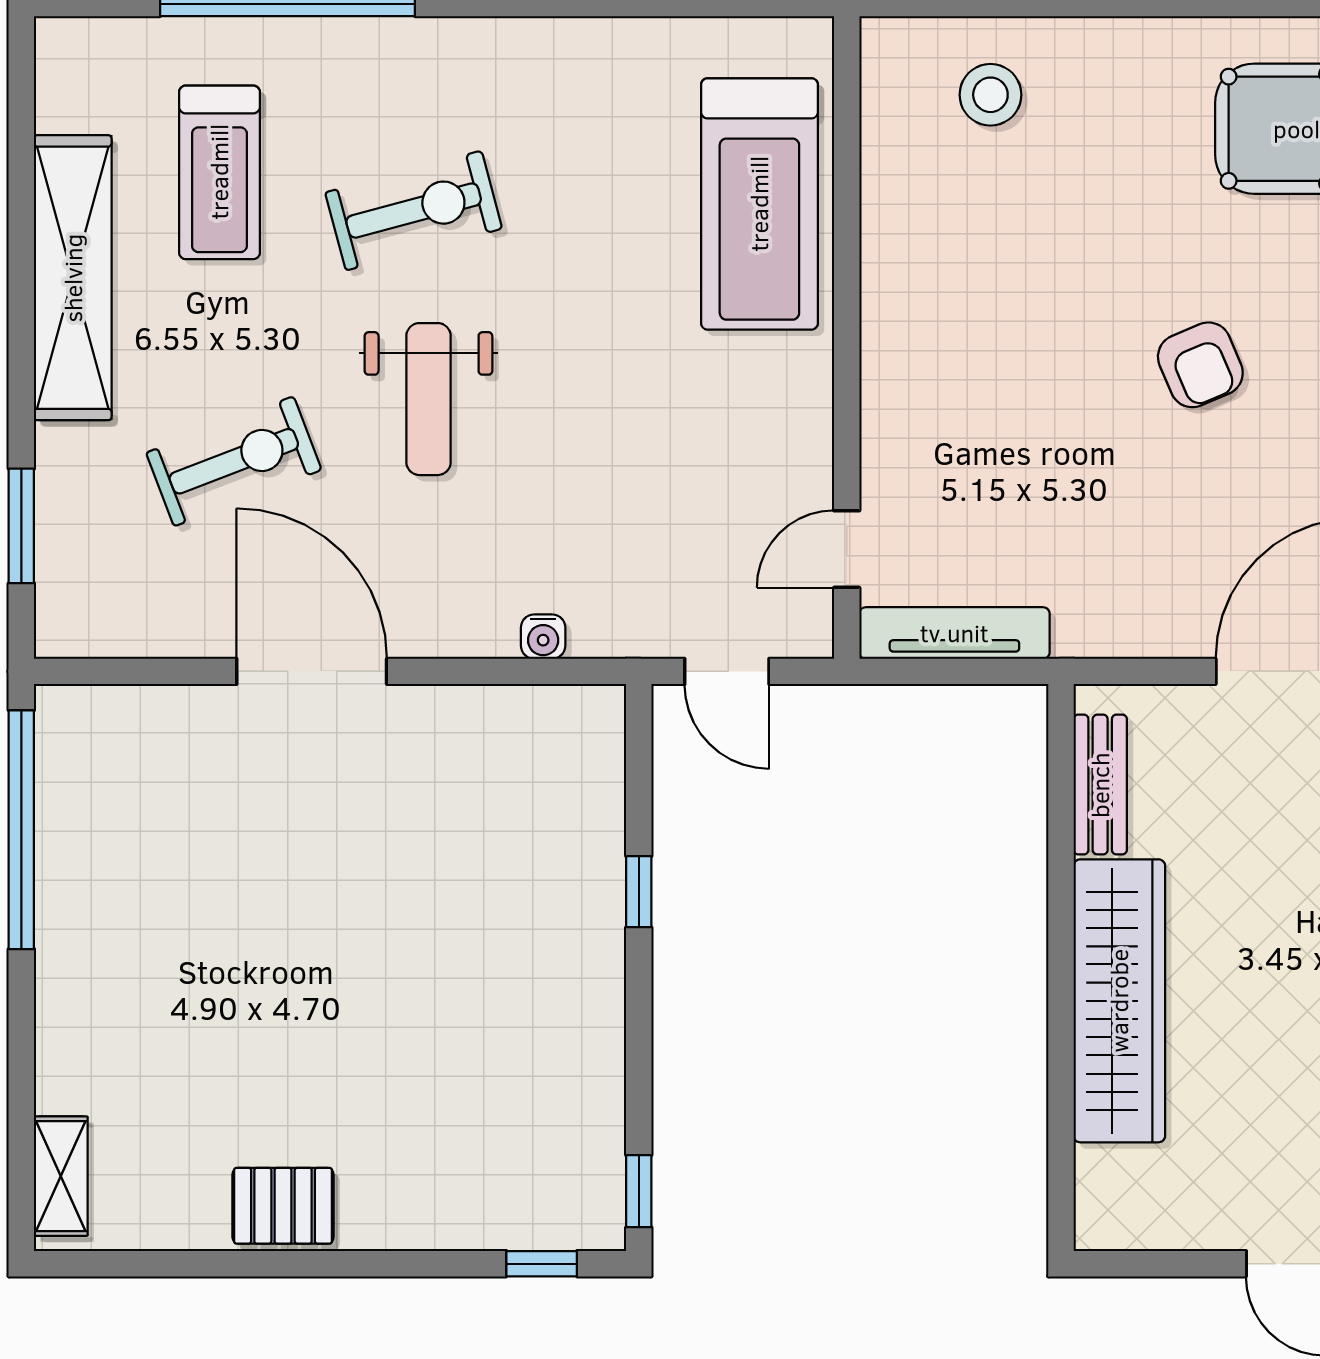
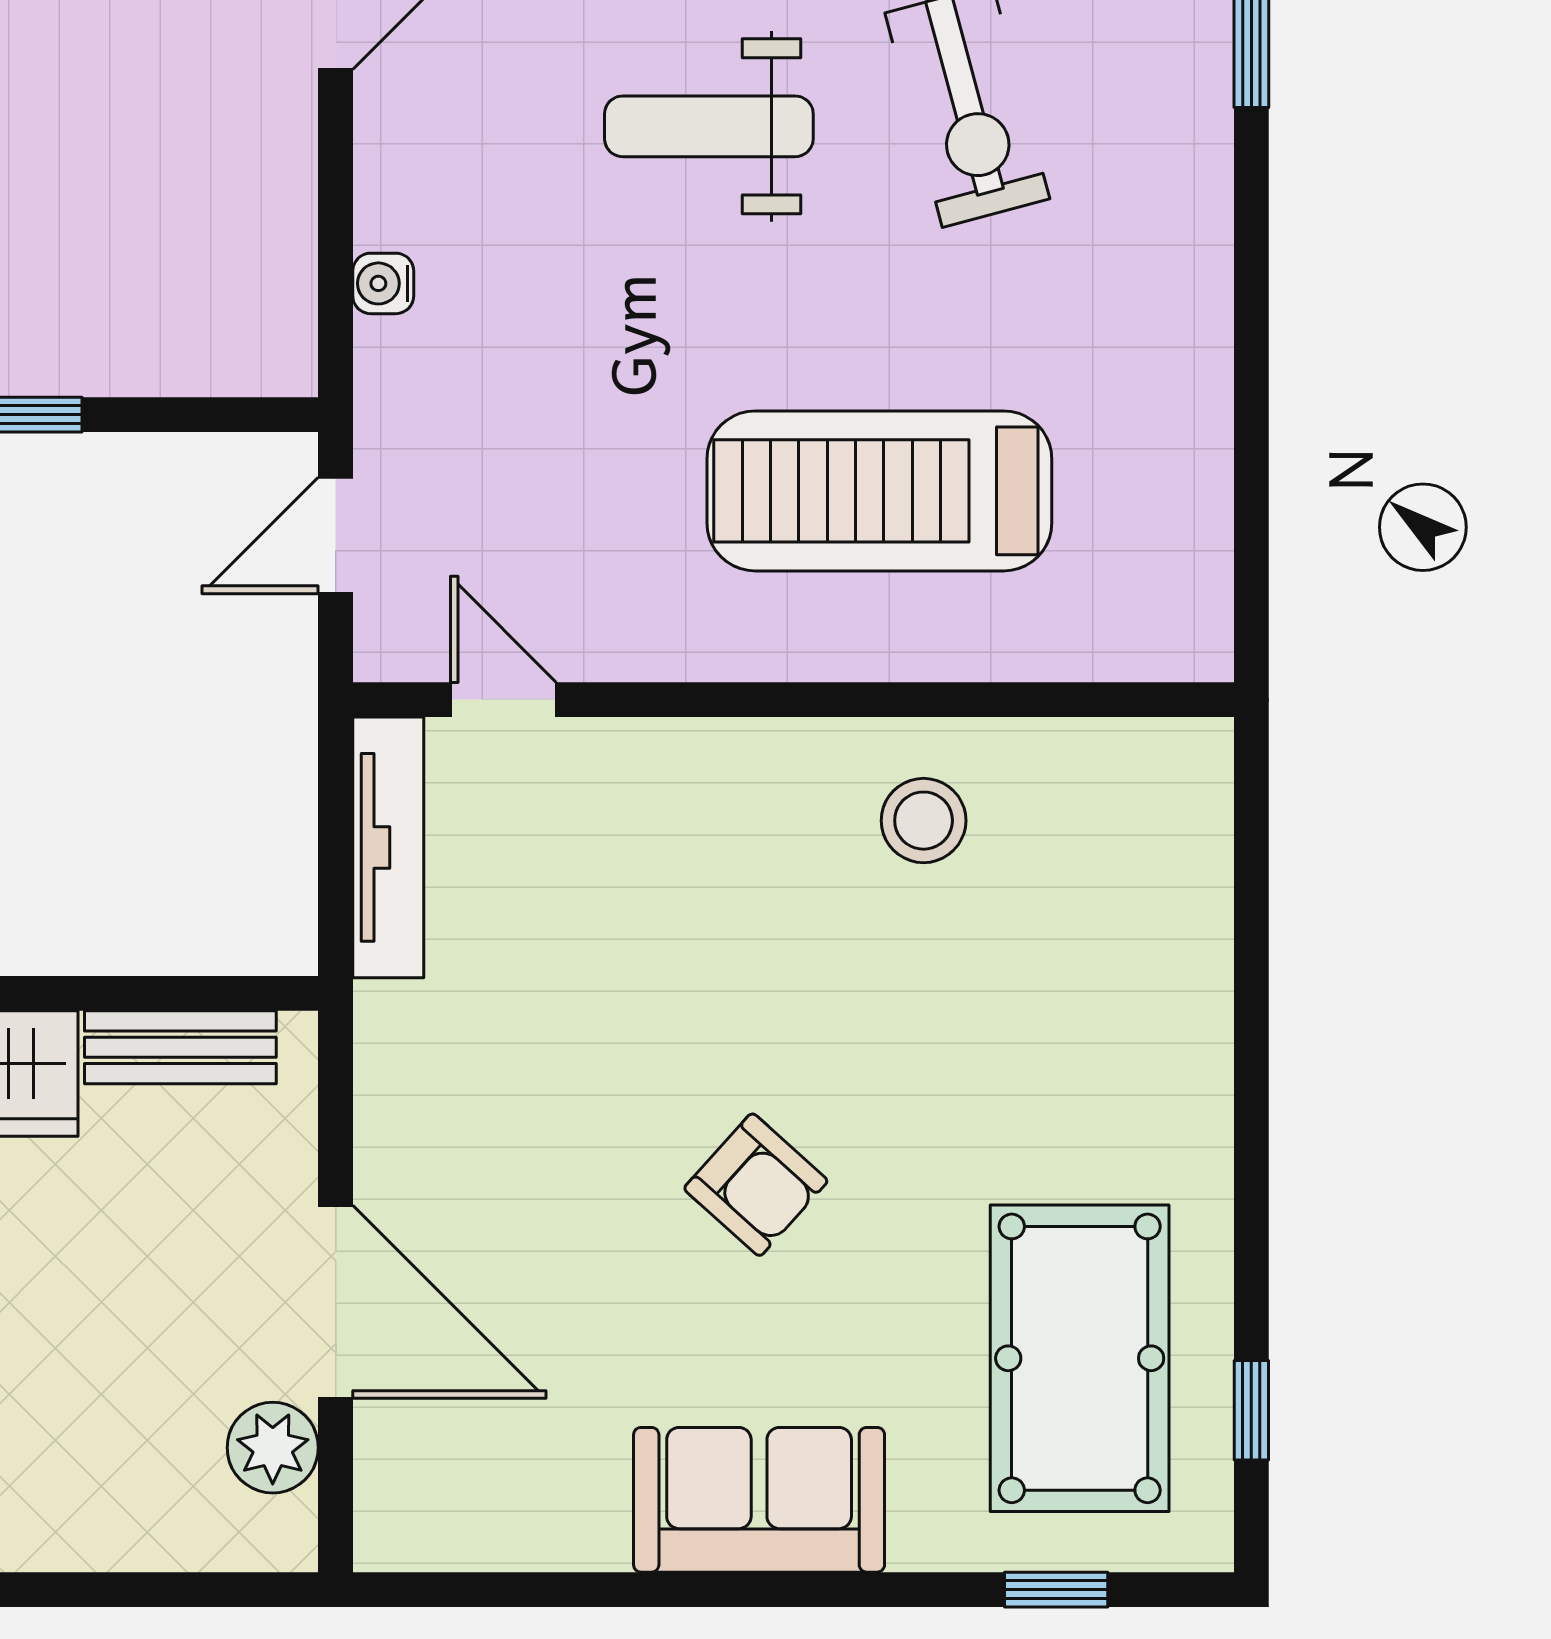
stool: (990, 95) -> (924, 821), moved
treadmill: (759, 204) -> (879, 491), moved
armchair: (1200, 365) -> (756, 1185), turned -115

